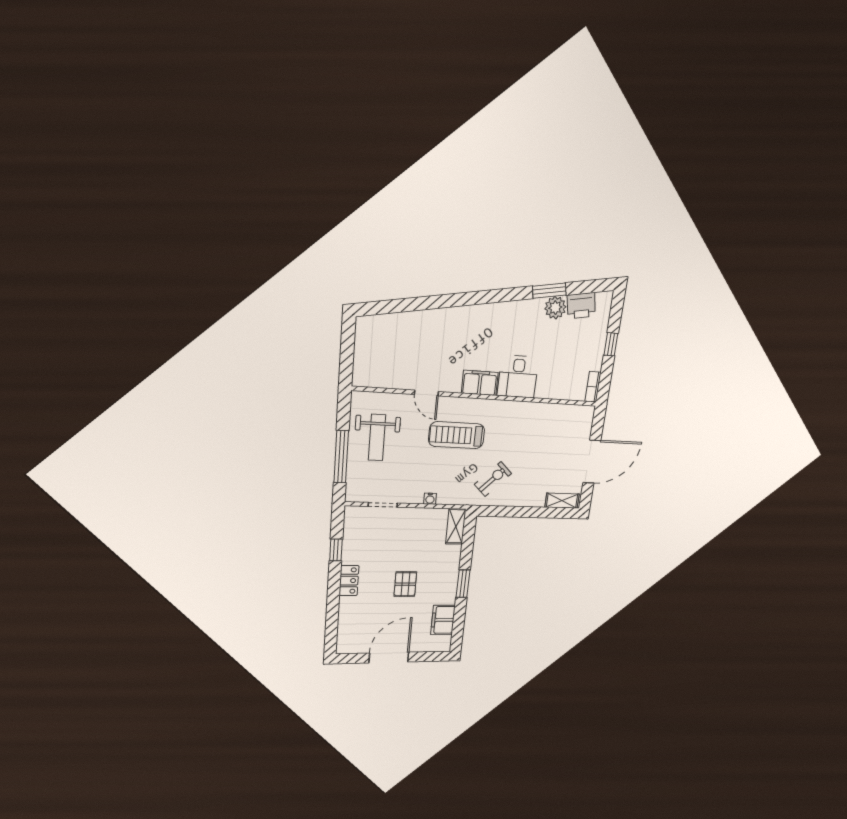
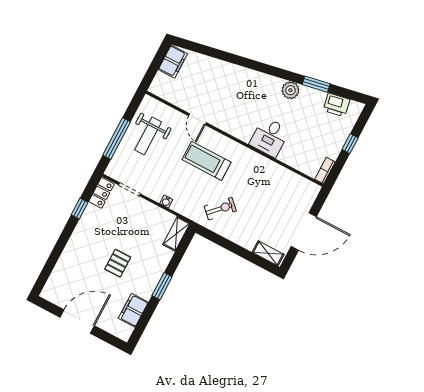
plant: (555, 308) -> (290, 90), moved
filing cabinet: (480, 383) -> (173, 62), moved, turned 90
locker: (349, 581) -> (101, 193), moved

